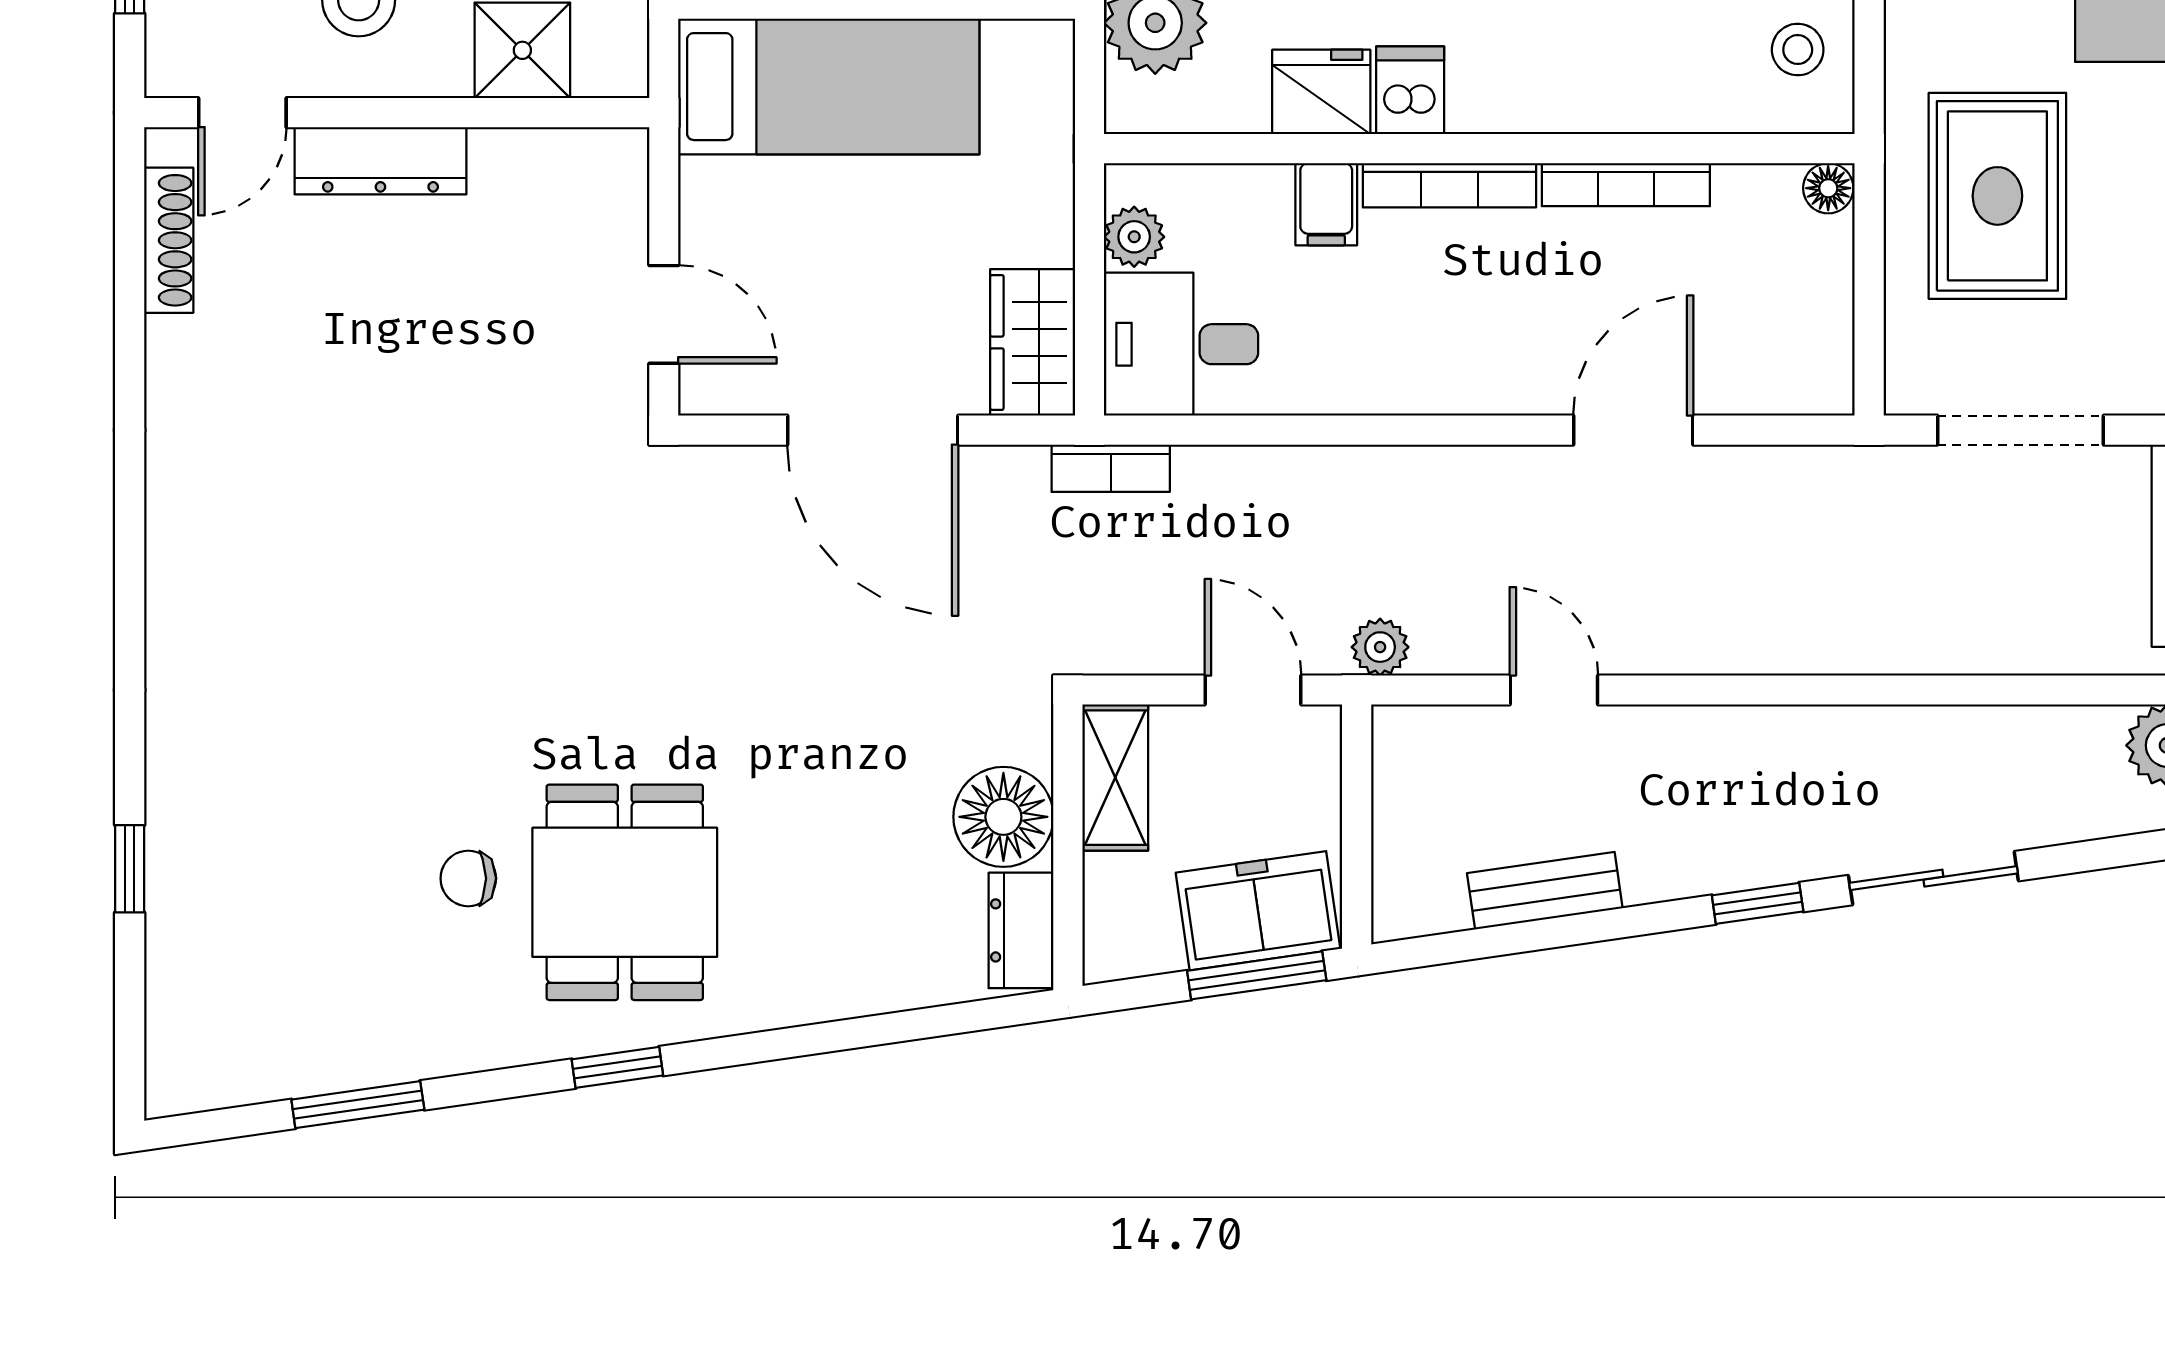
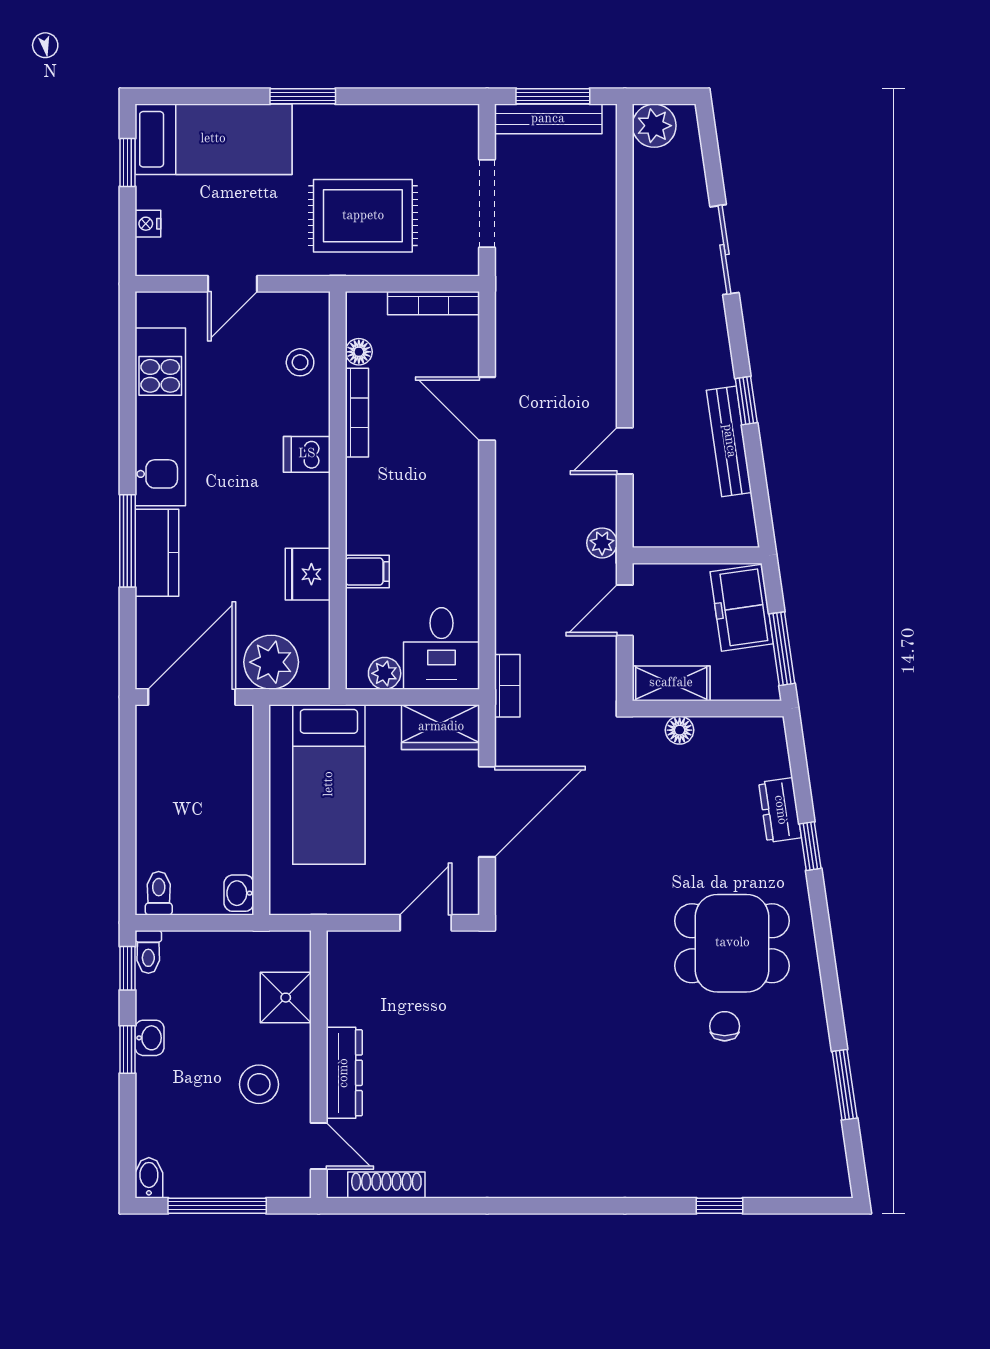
stool: (1798, 50) -> (300, 362), moved
bed: (829, 87) -> (329, 784), moved, turned 180
dishwasher: (1410, 90) -> (307, 454), moved
bookcase: (1449, 185) -> (433, 303), moved, turned 90
floor lamp: (1828, 188) -> (359, 352), moved
floor lamp: (1003, 817) -> (680, 730), width x0.53, depth x0.53
chair: (468, 878) -> (725, 1026), turned 180
bench: (1545, 891) -> (729, 441), width x1.36
window: (1758, 903) -> (746, 401), moved
dresser: (1021, 930) -> (780, 810), moved, turned 82
window: (1257, 975) -> (782, 649), moved
window: (617, 1067) -> (810, 846), moved

